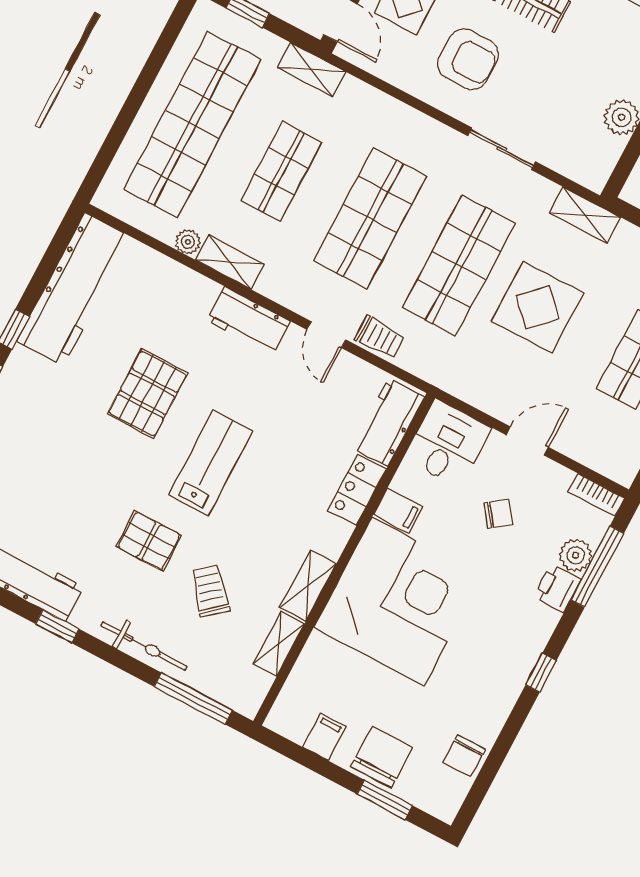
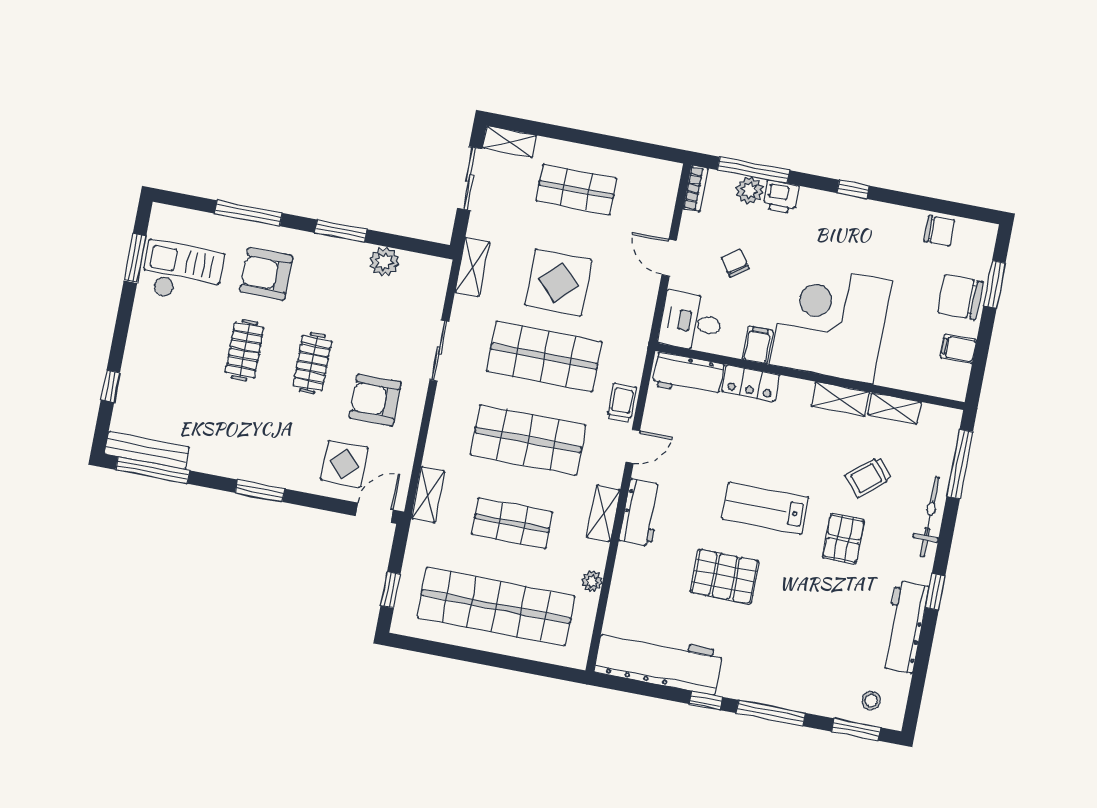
armchair: (468, 59) -> (375, 400), turned -90
shelving: (311, 70) -> (428, 495), moved
shelving: (230, 262) -> (604, 513), moved

